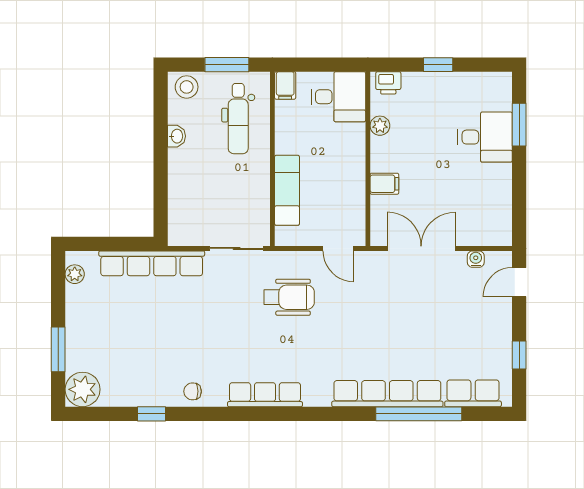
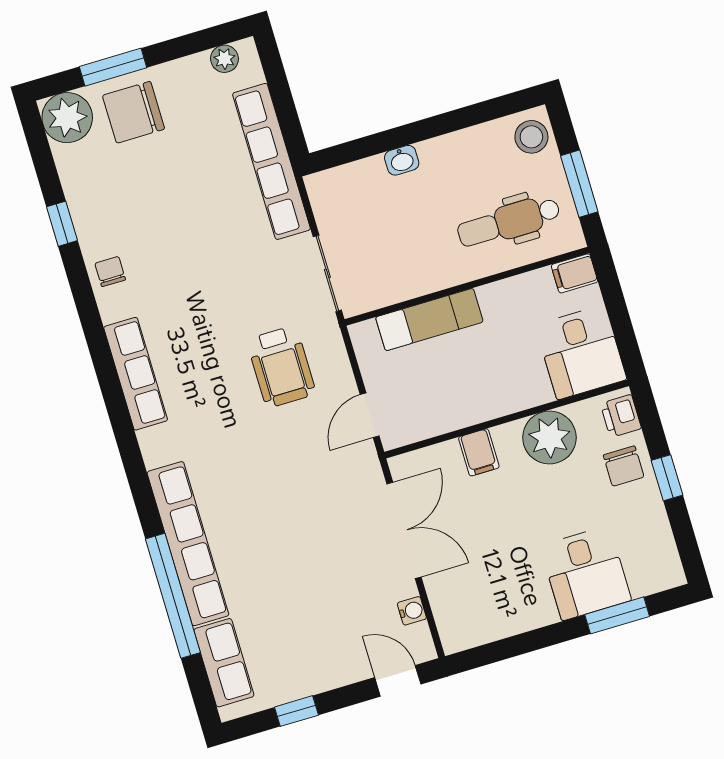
chair: (422, 91) -> (624, 466), added
plant: (380, 126) -> (549, 437), width x1.87, depth x1.87
washbasin: (176, 136) -> (402, 160), moved
chair: (92, 345) -> (134, 112), added

